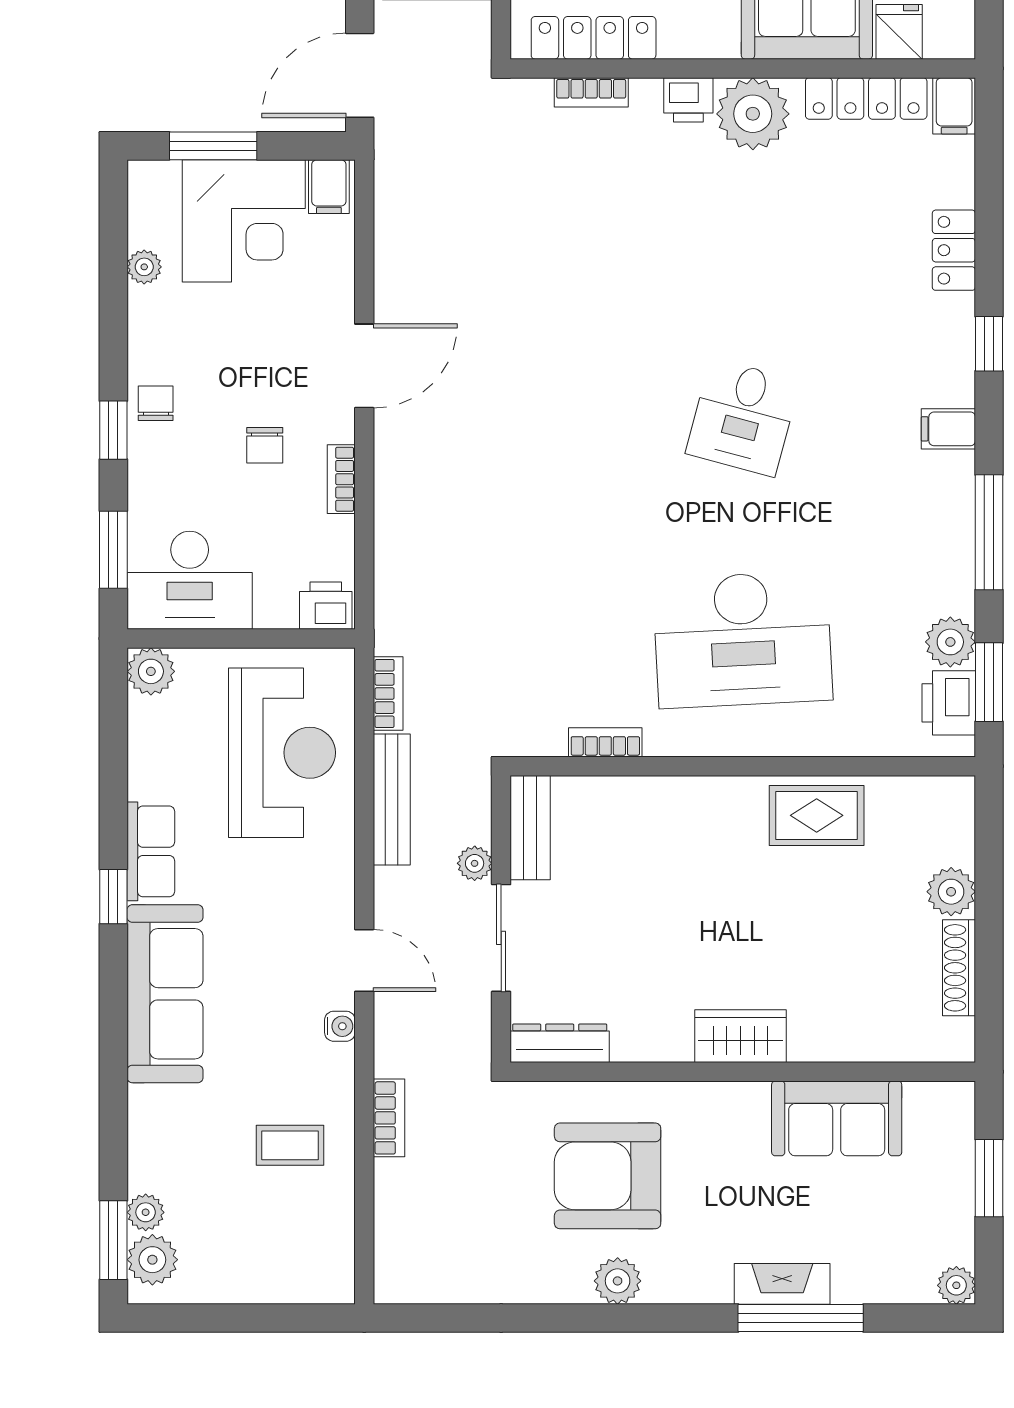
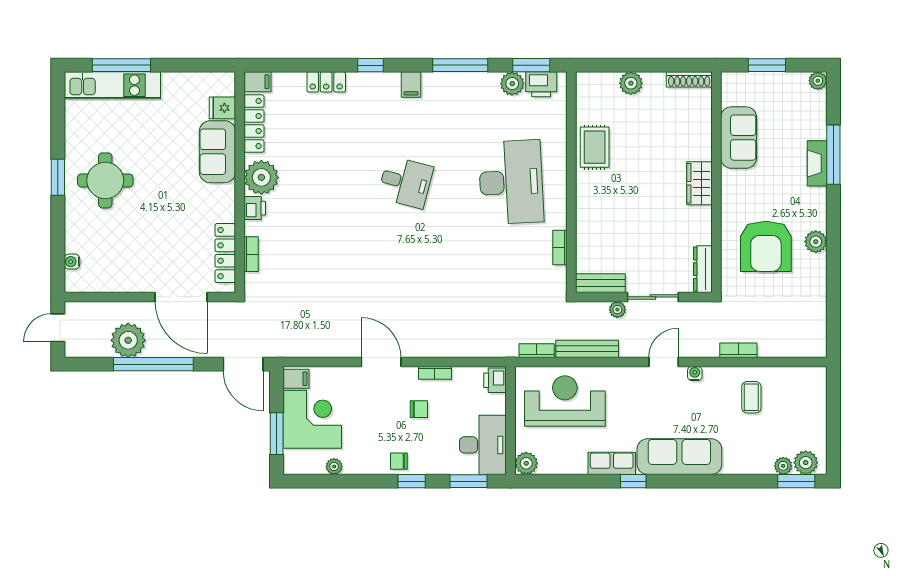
shoe rack: (959, 968) -> (689, 79), moved

